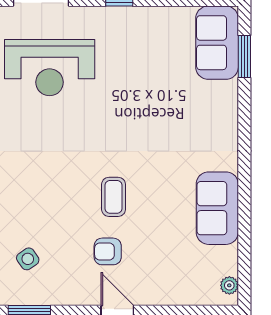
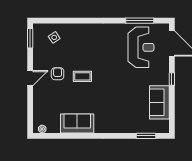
sofa: (217, 43) -> (159, 102), moved, turned -90
reception desk: (50, 68) -> (141, 47), turned 180

